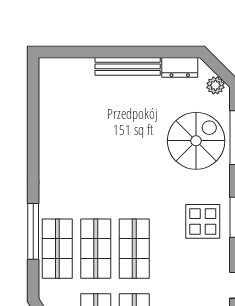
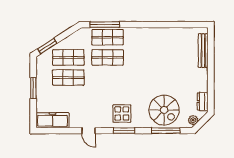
bench: (128, 66) -> (203, 51), moved
window: (33, 231) -> (105, 25), moved
shop shelf: (134, 249) -> (108, 78), removed

